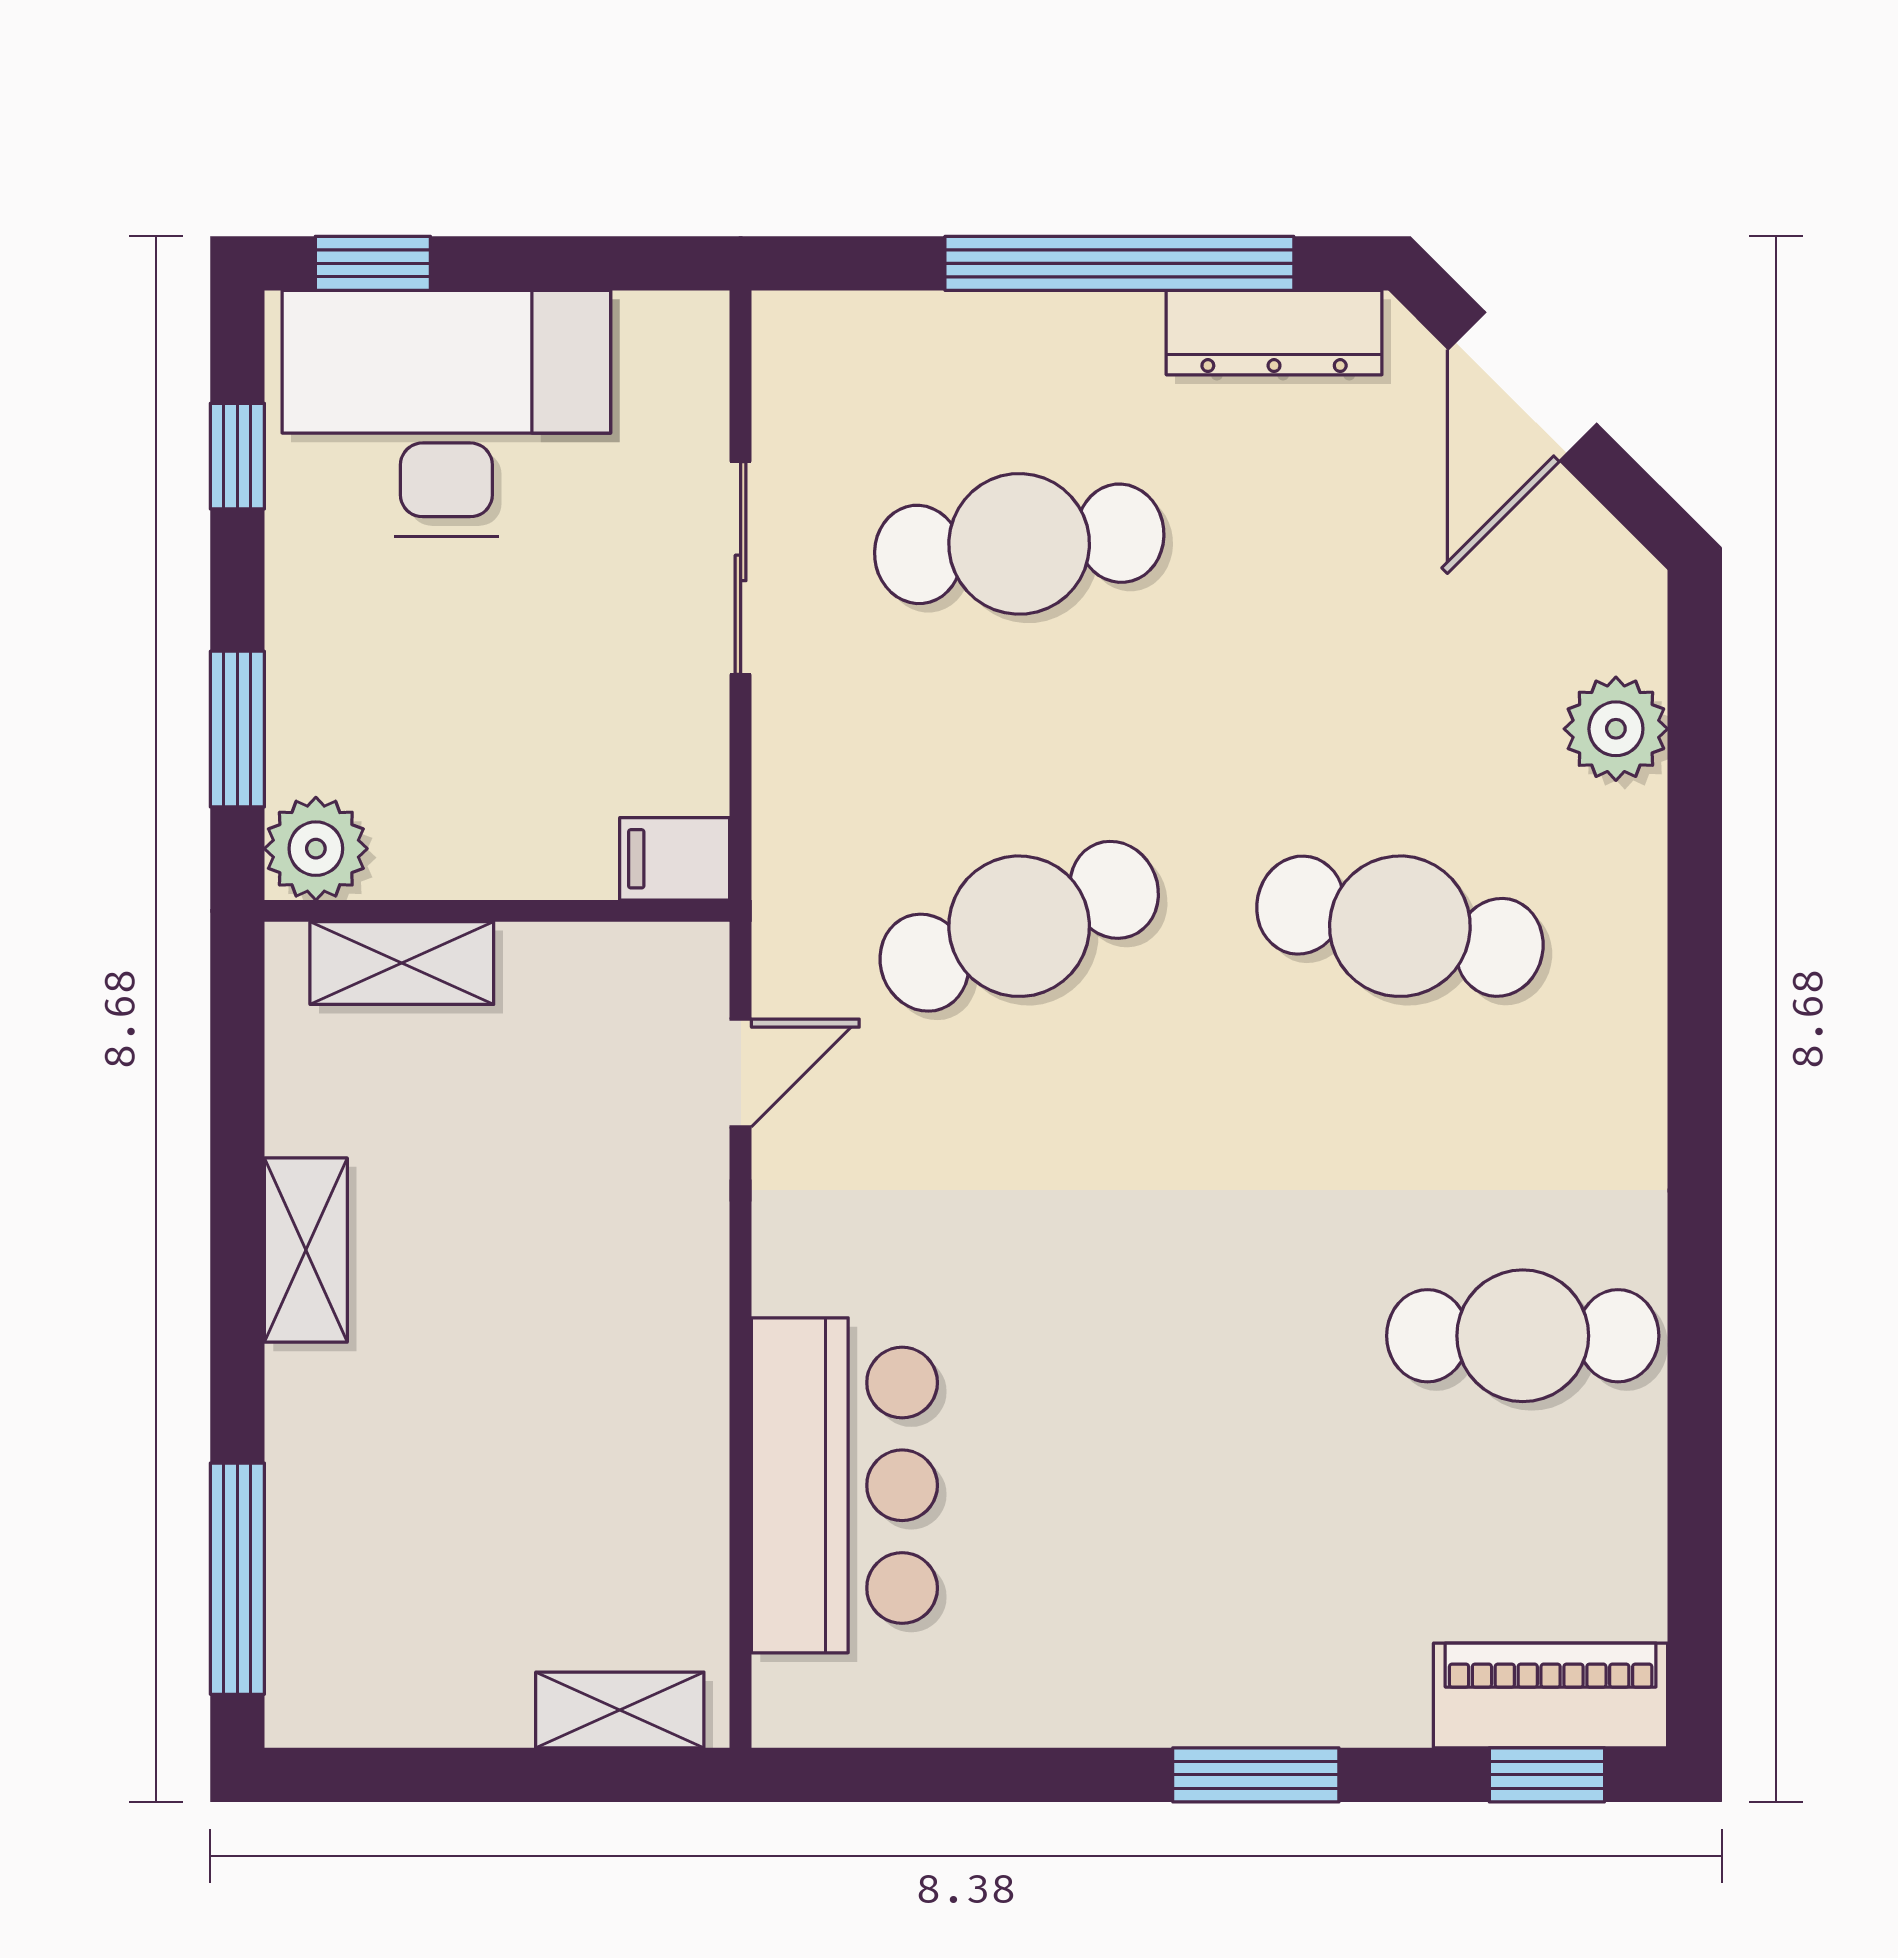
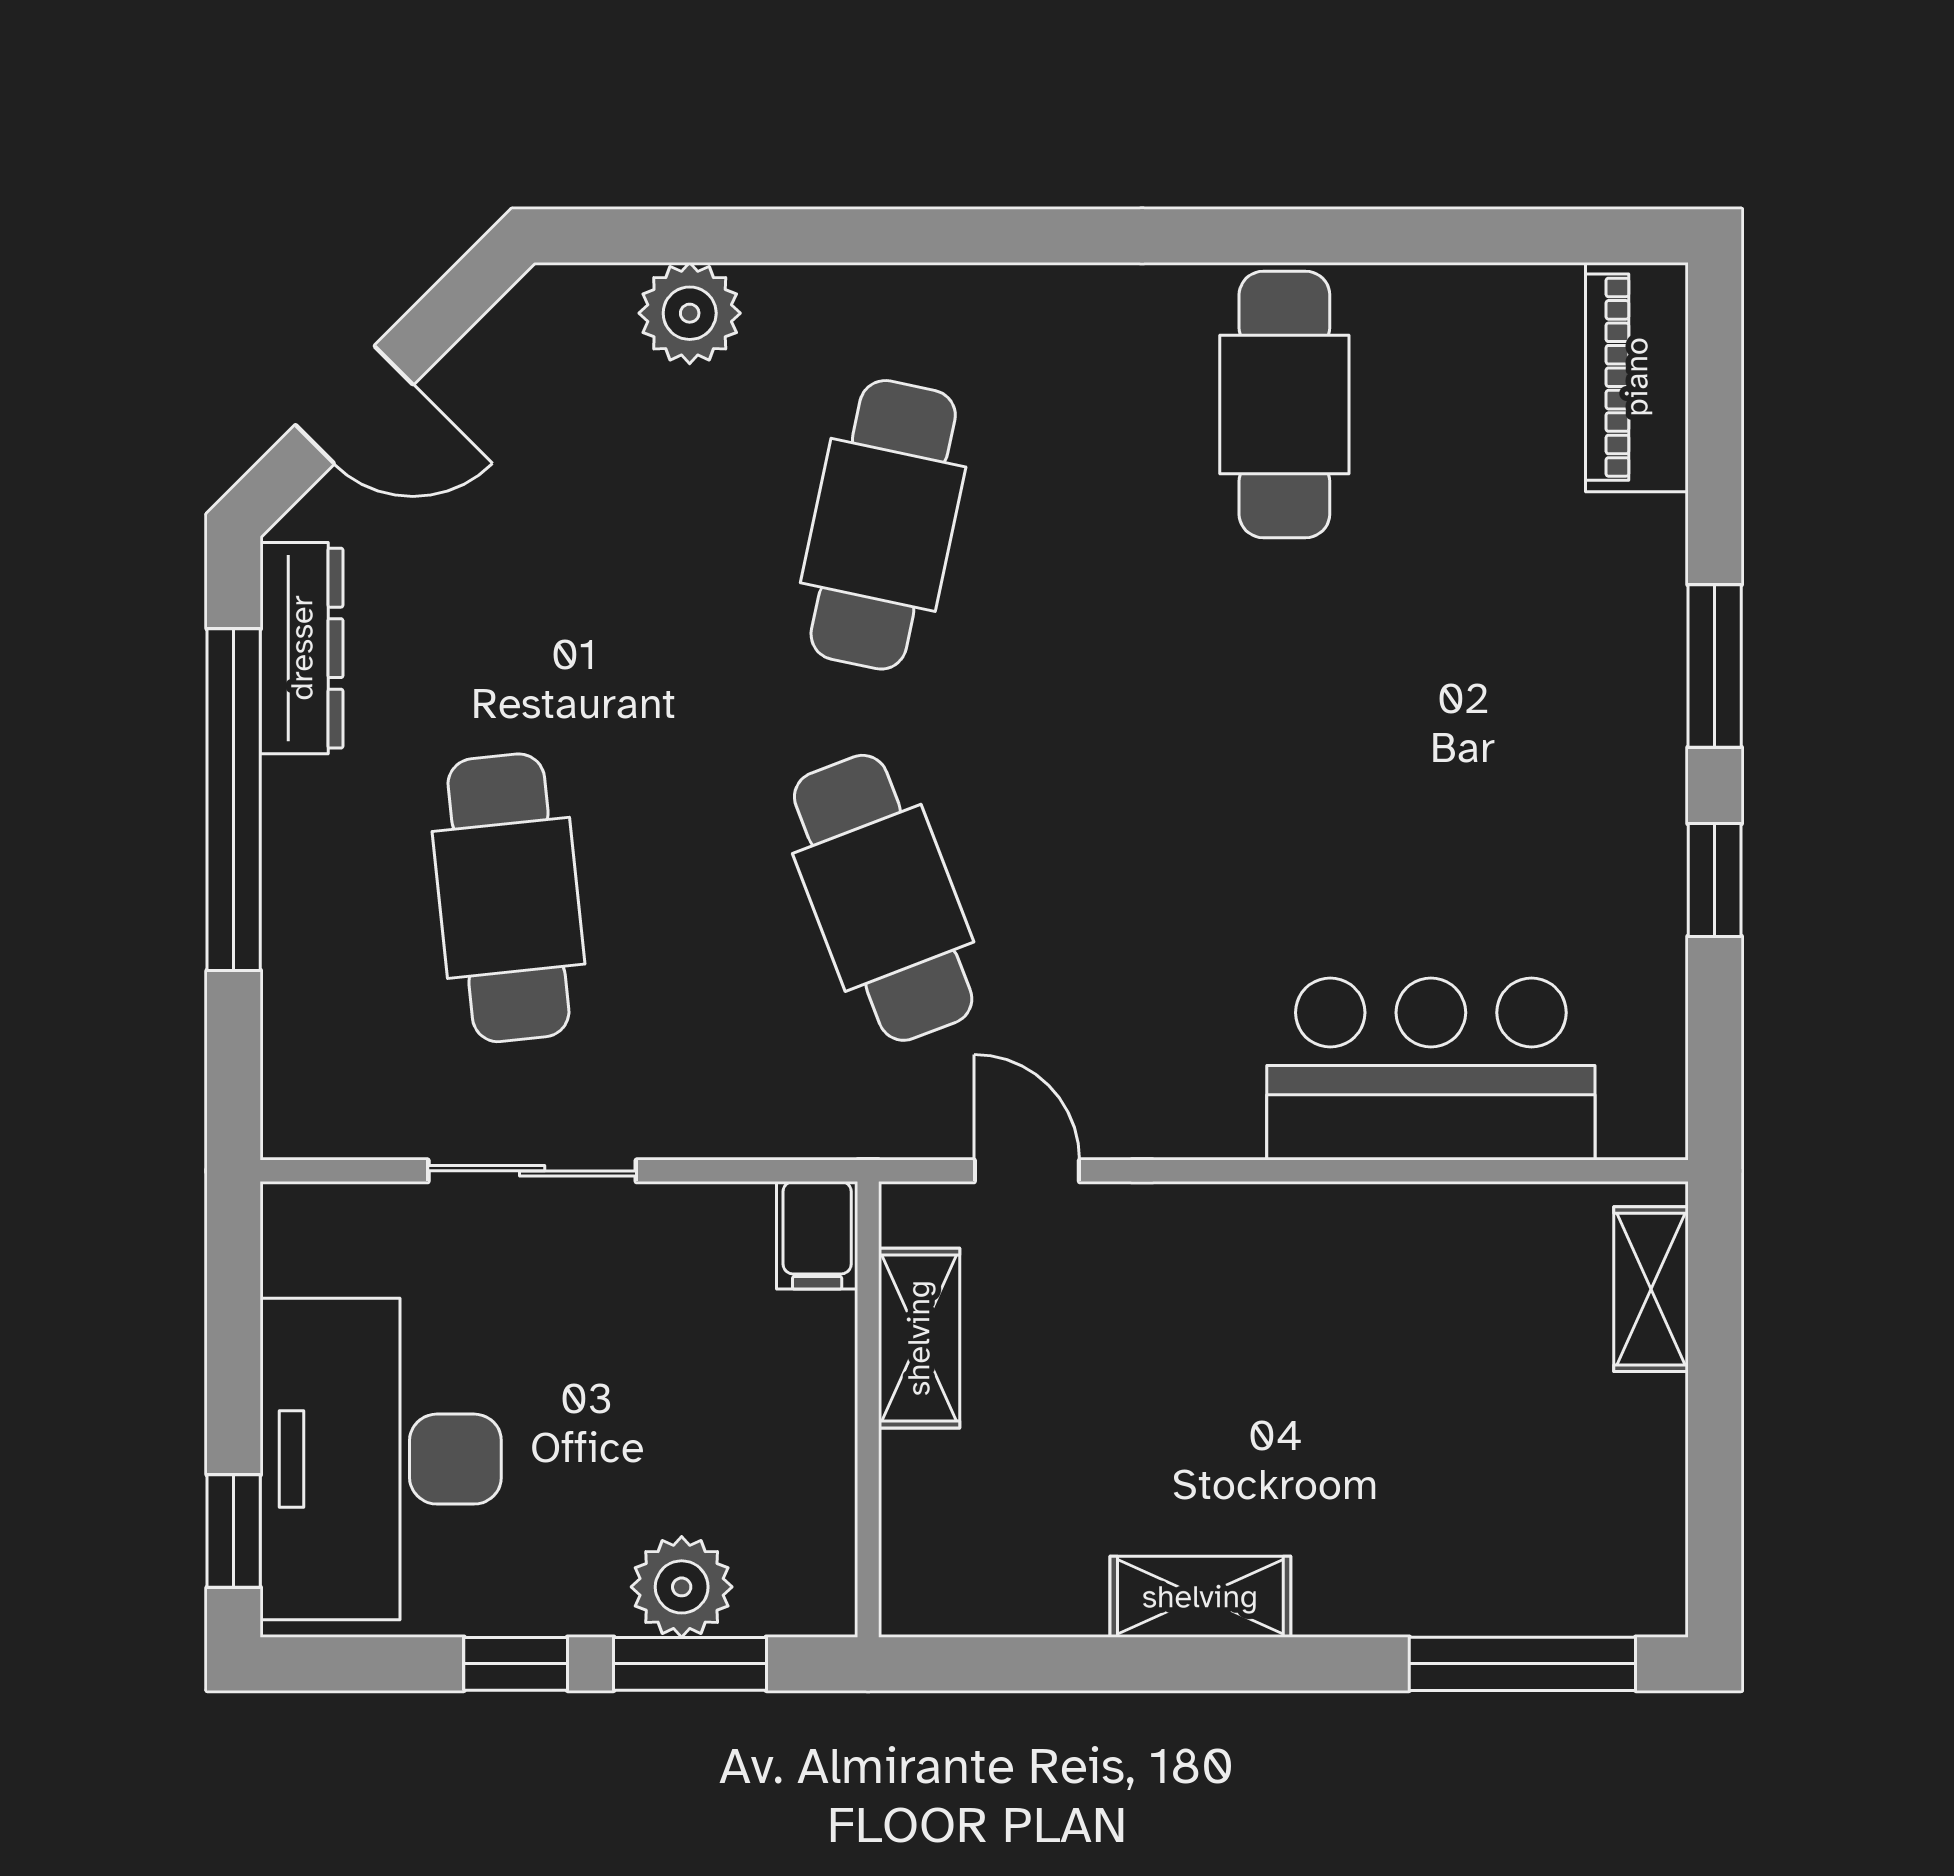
door: (1523, 386) -> (354, 405), width x0.73
window: (237, 456) -> (516, 1664), moved
plant: (316, 849) -> (682, 1587), moved
shelving: (402, 963) -> (919, 1338), moved
window: (1547, 1775) -> (1715, 880), moved

